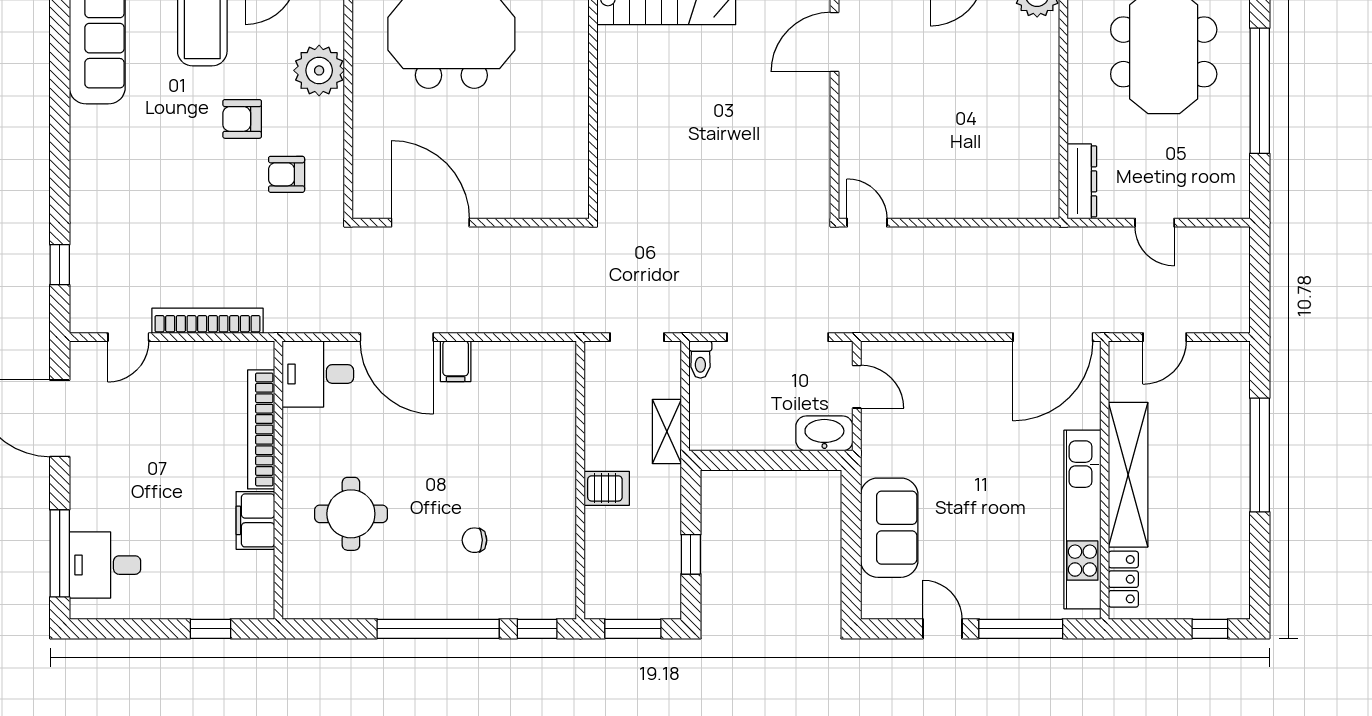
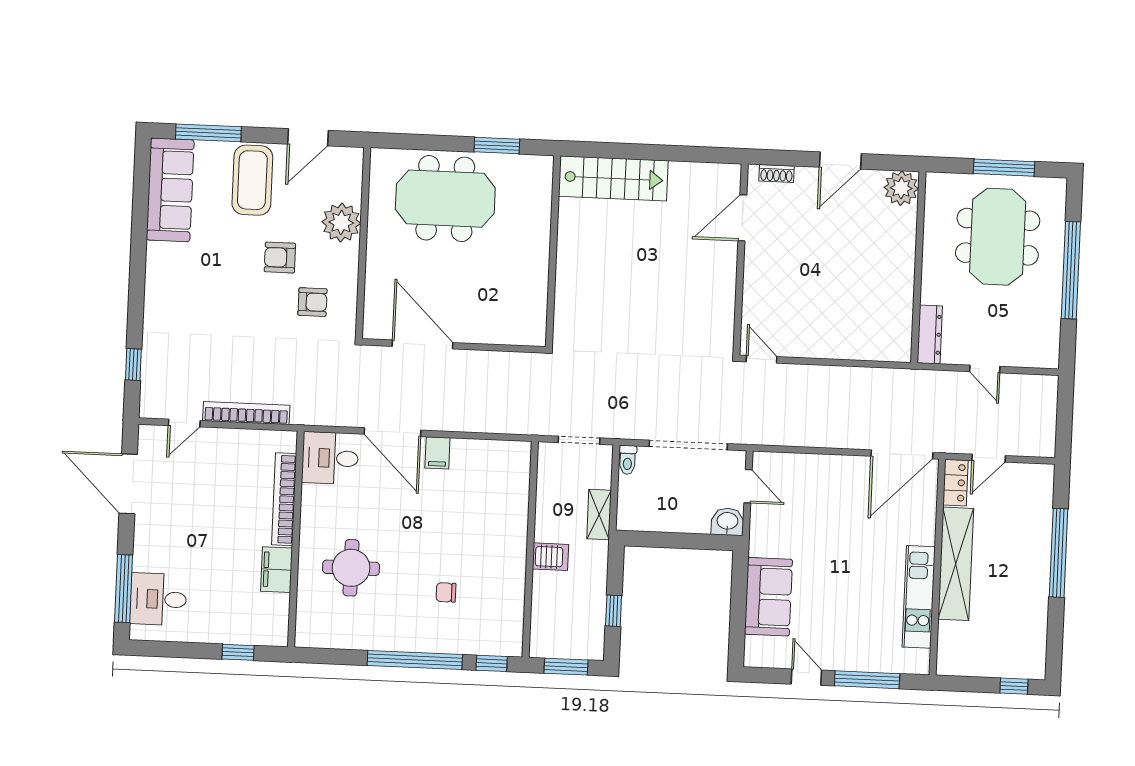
armchair: (287, 174) -> (313, 302), turned 180
washbasin: (824, 433) -> (727, 522), width x0.72
kitchen unit: (1082, 519) -> (919, 597), width x0.73
locker: (1123, 579) -> (956, 483), moved

